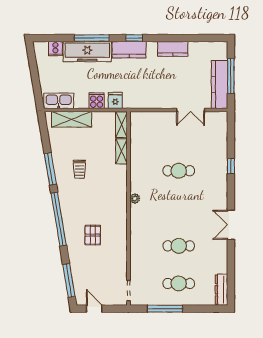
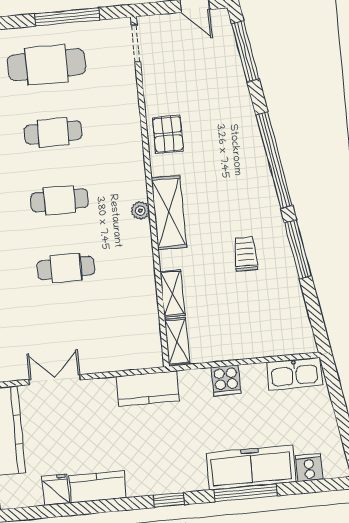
kitchen counter: (129, 50) -> (148, 389), moved, turned 180
fridge: (115, 100) -> (56, 490), moved, turned 180
shelving: (72, 119) -> (169, 212), moved, turned 90
cafe table: (179, 208) -> (59, 200), added
pallet: (93, 235) -> (168, 134), moved
cafe table: (179, 283) -> (47, 65), width x1.37, depth x1.35

